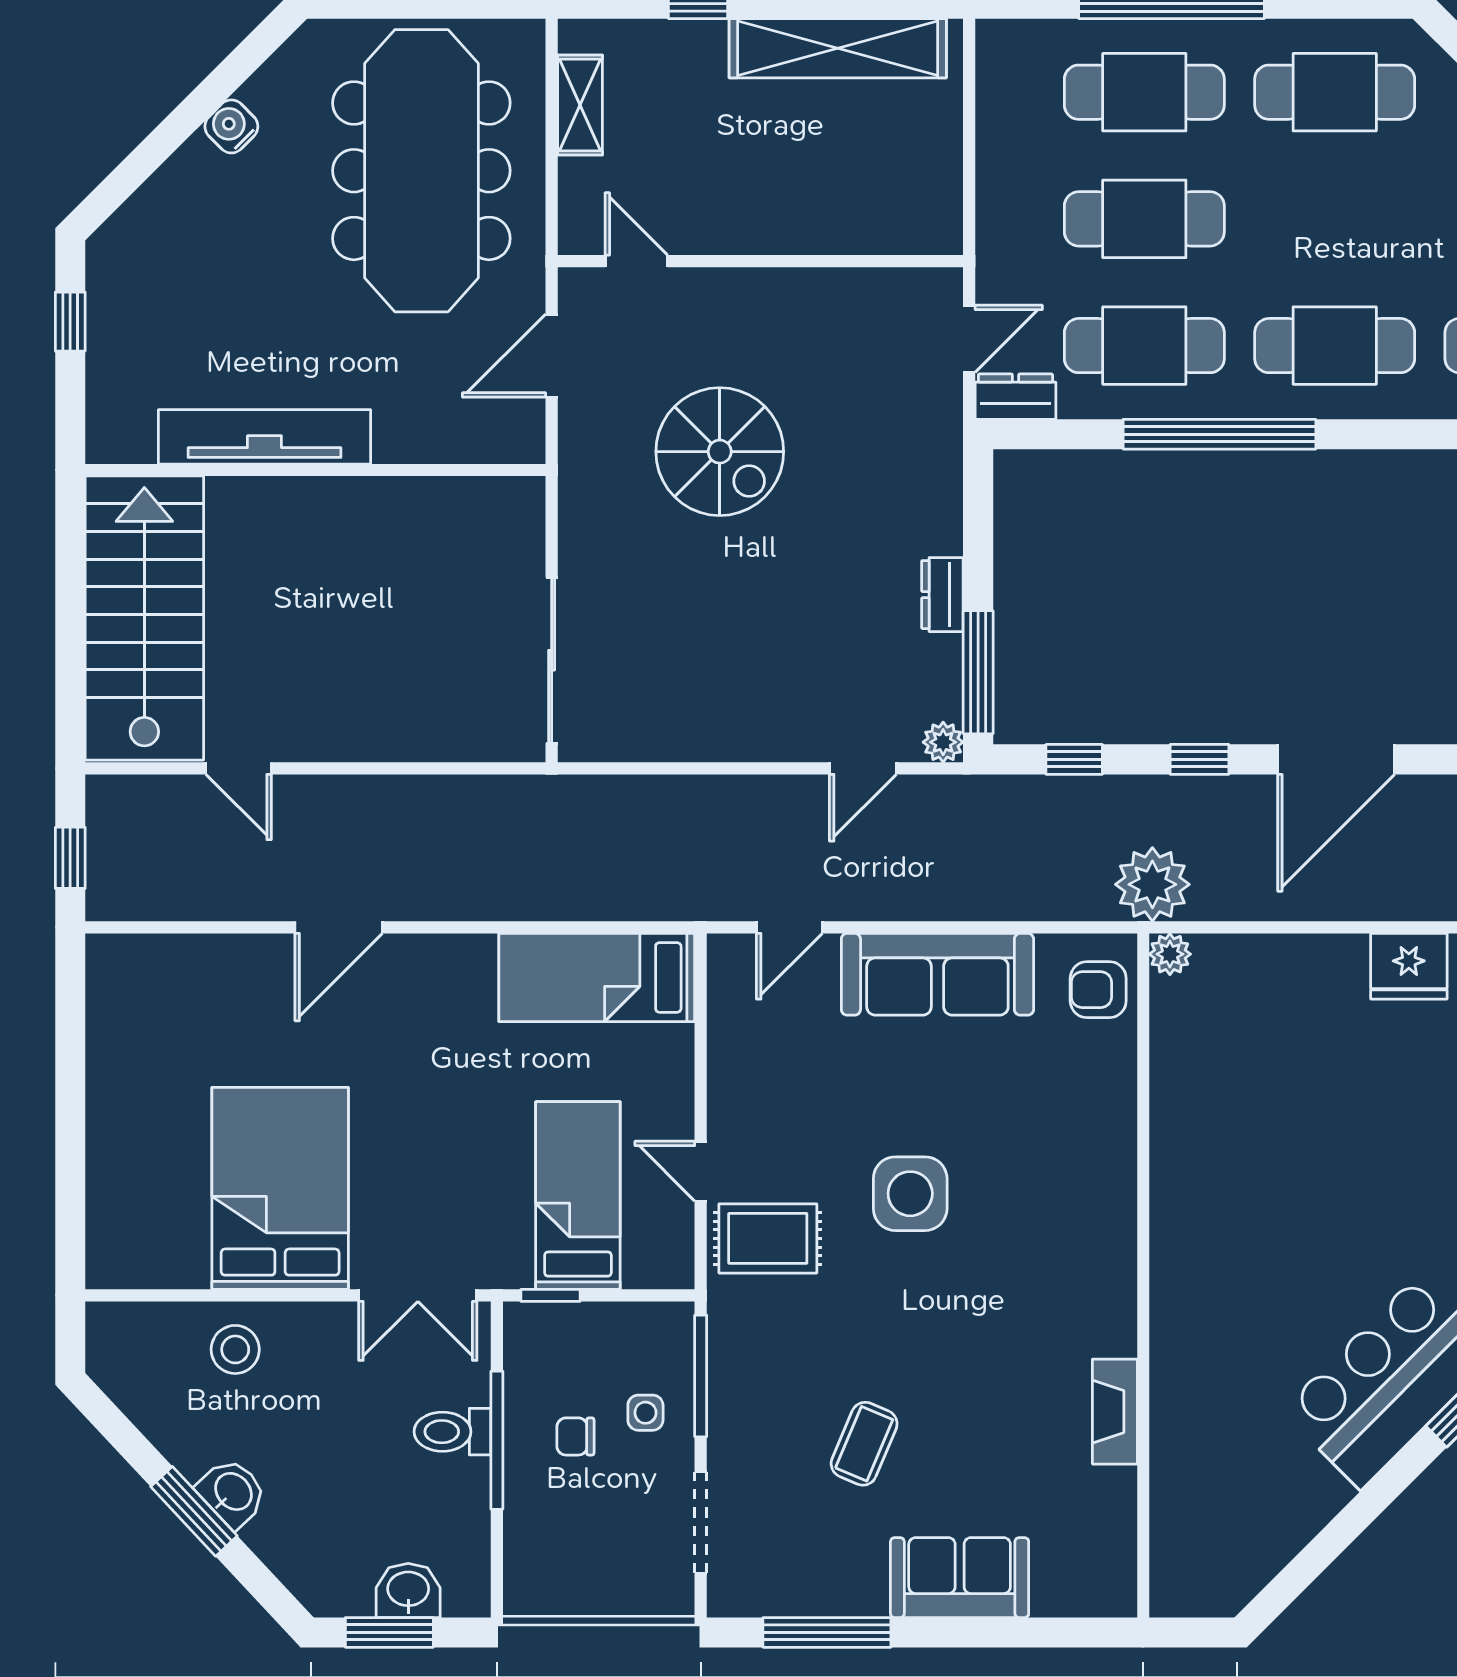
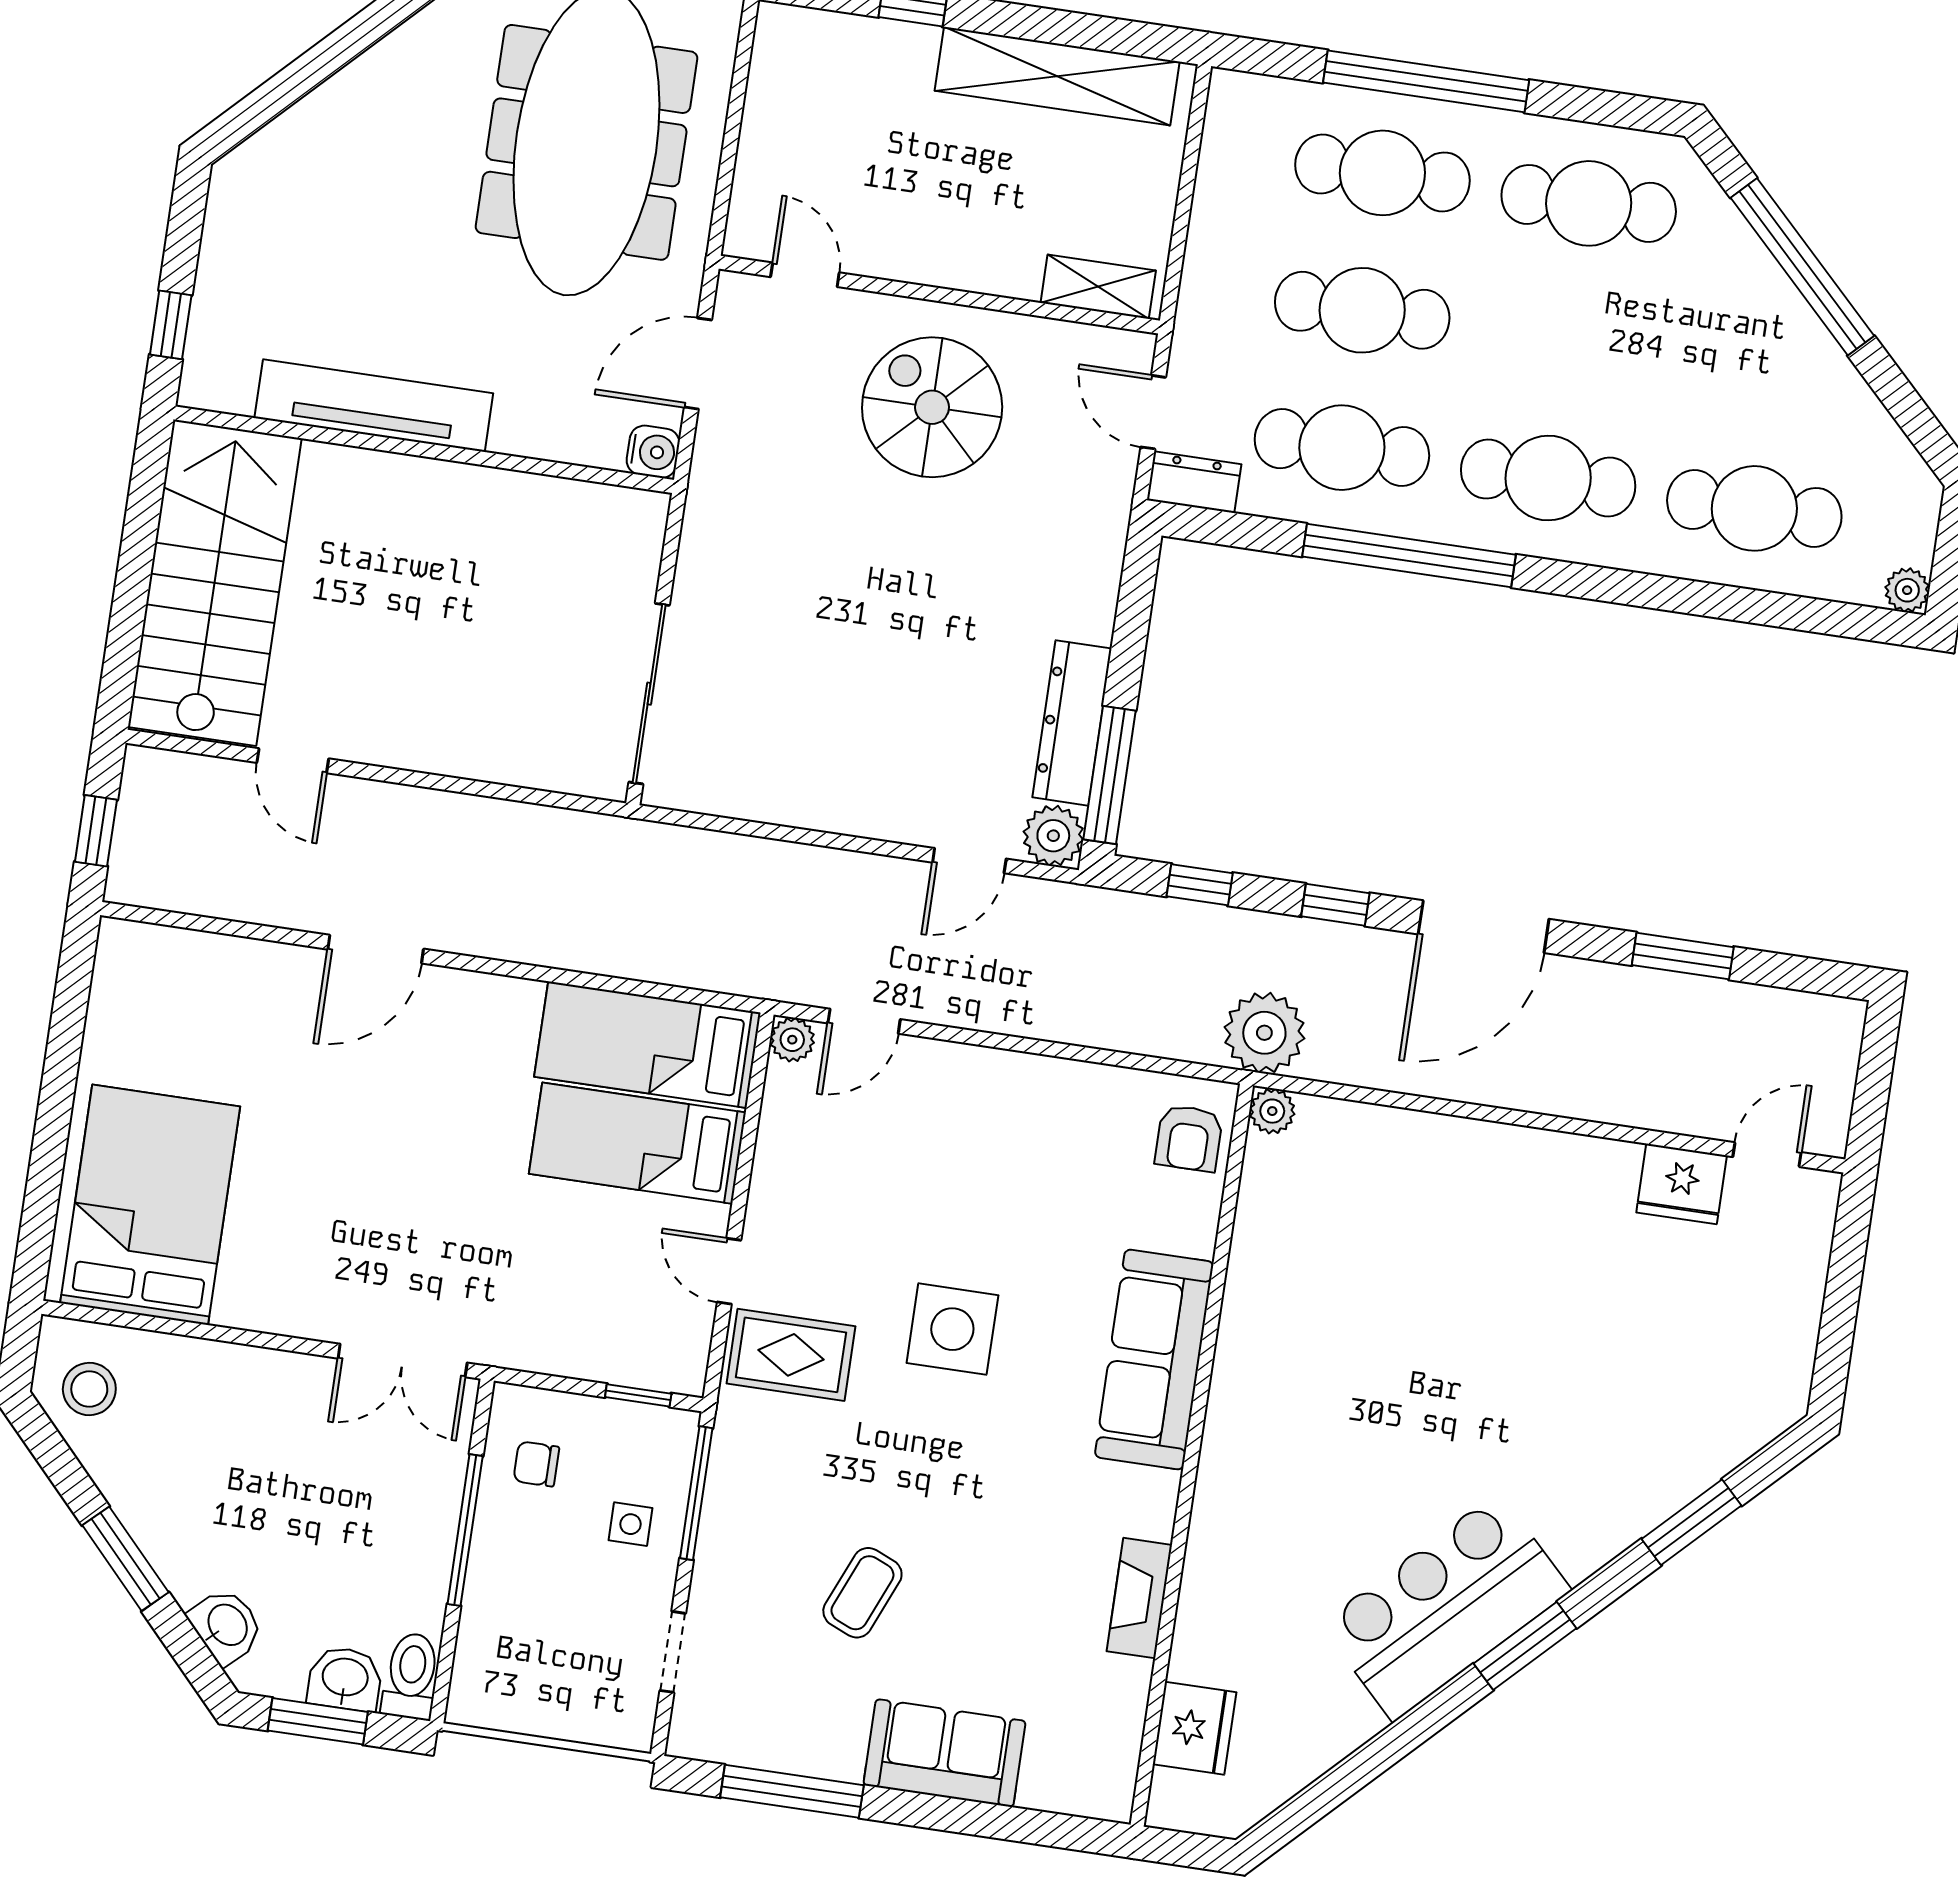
shelving: (580, 105) -> (1098, 287), moved, turned 90
water cooler: (231, 126) -> (653, 452), moved, turned 135
window: (70, 322) -> (171, 325), moved
door: (969, 339) -> (1153, 412), swing flipped
spiral stairs: (720, 452) -> (932, 407), moved, turned 180
dresser: (942, 595) -> (1072, 723), width x1.96, depth x1.24
plant: (943, 742) -> (1053, 836), width x1.38, depth x1.38
plant: (727, 954) -> (792, 1040), added
fridge: (1409, 966) -> (1195, 1728), moved, turned -90
sofa: (937, 974) -> (1154, 1359), moved, turned 90
armchair: (1098, 990) -> (1189, 1138), turned -90
bed: (280, 1188) -> (150, 1205), moved
bed: (578, 1196) -> (637, 1143), moved, turned -90
window: (551, 1295) -> (638, 1395), moved
stool: (235, 1349) -> (89, 1389), moved
toilet: (452, 1432) -> (411, 1676), moved, turned 90
chair: (575, 1436) -> (536, 1464), moved
washbasin: (232, 1493) -> (226, 1626), moved
doorway: (701, 1522) -> (673, 1652), width x0.73

